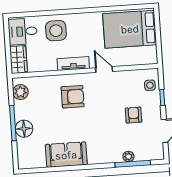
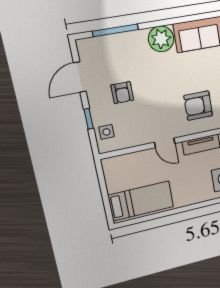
bed: (130, 29) -> (141, 201), width x0.67
plant: (128, 157) -> (161, 39), moved, width x1.88, depth x1.88

